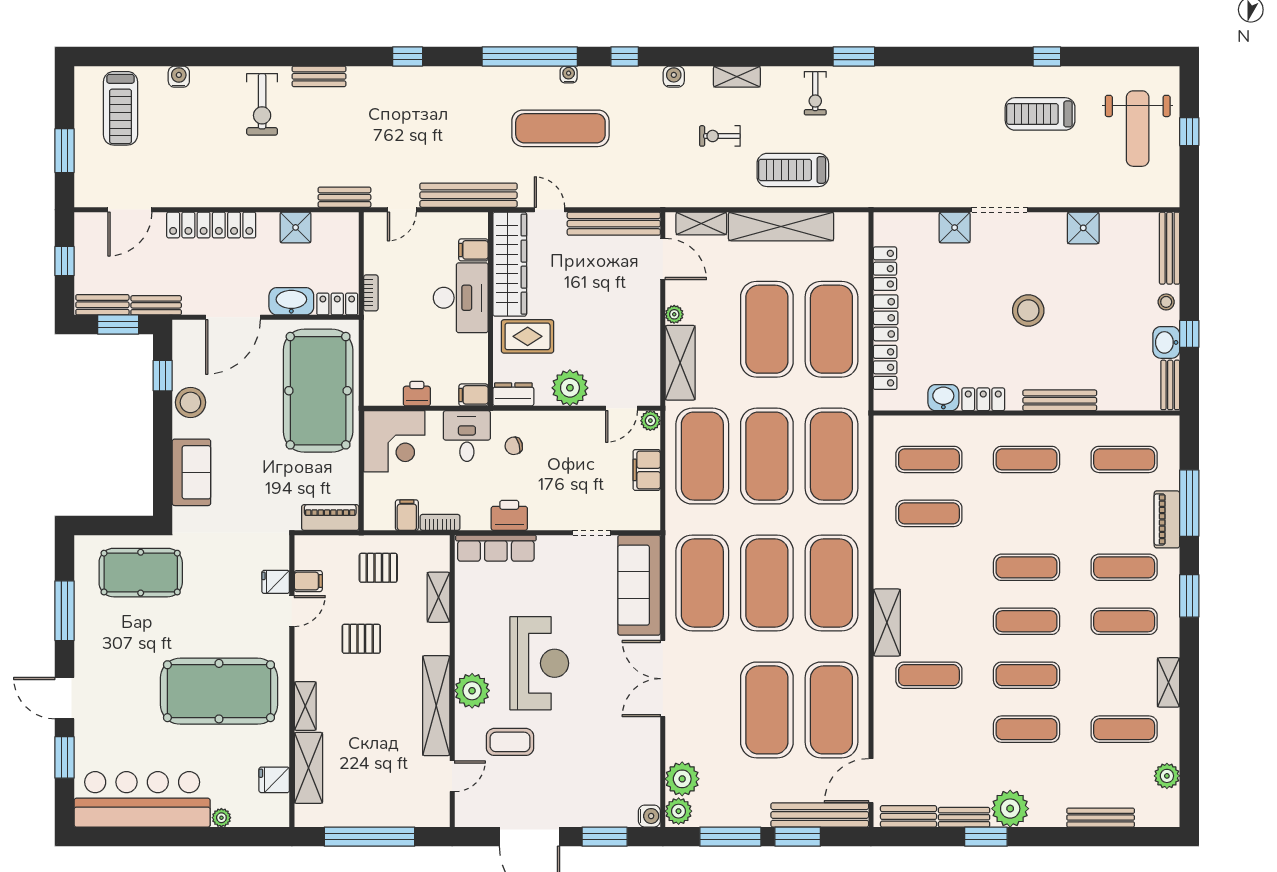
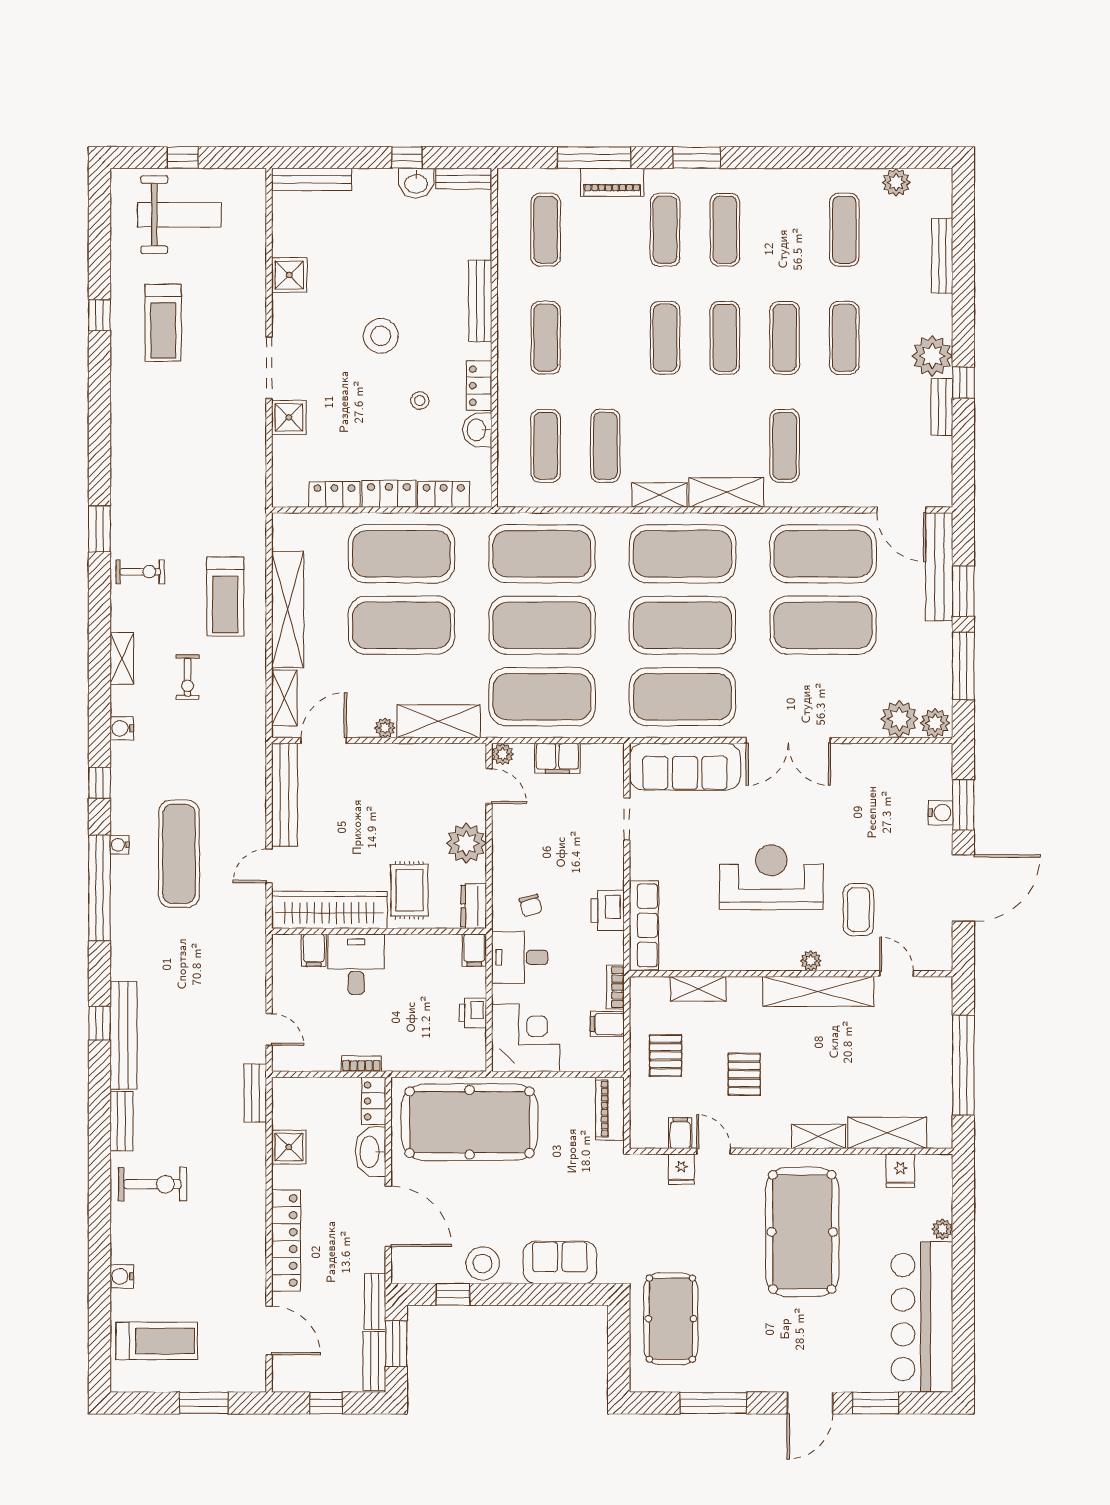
bench: (469, 195) -> (124, 1035), moved
desk: (461, 298) -> (356, 964), width x0.73
stool: (1166, 302) -> (420, 401), moved
shelving: (1169, 682) -> (659, 495), moved
plant: (472, 691) -> (811, 961), width x0.53, depth x0.53
water cooler: (649, 816) -> (941, 813), moved, turned 90
bench: (908, 816) -> (941, 468), removed
window: (986, 837) -> (963, 383), width x0.67

